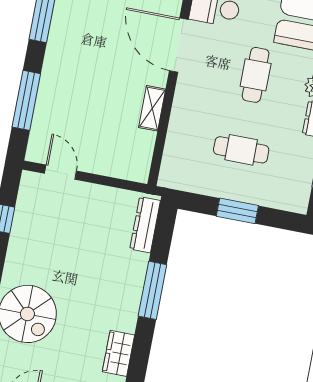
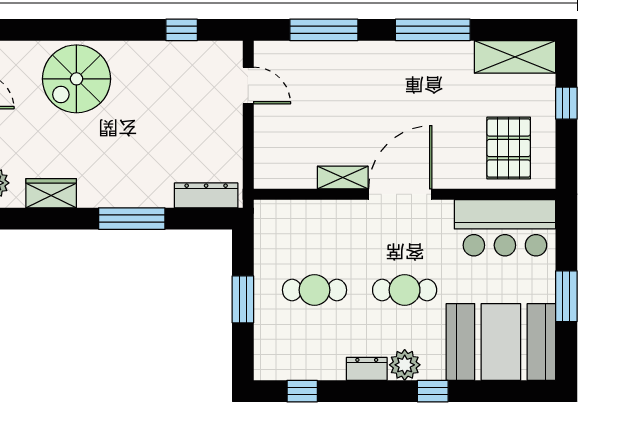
door: (179, 45) -> (400, 194), moved
cafe table: (241, 150) -> (314, 290), turned 90
door: (60, 172) -> (248, 86), hinge flipped

